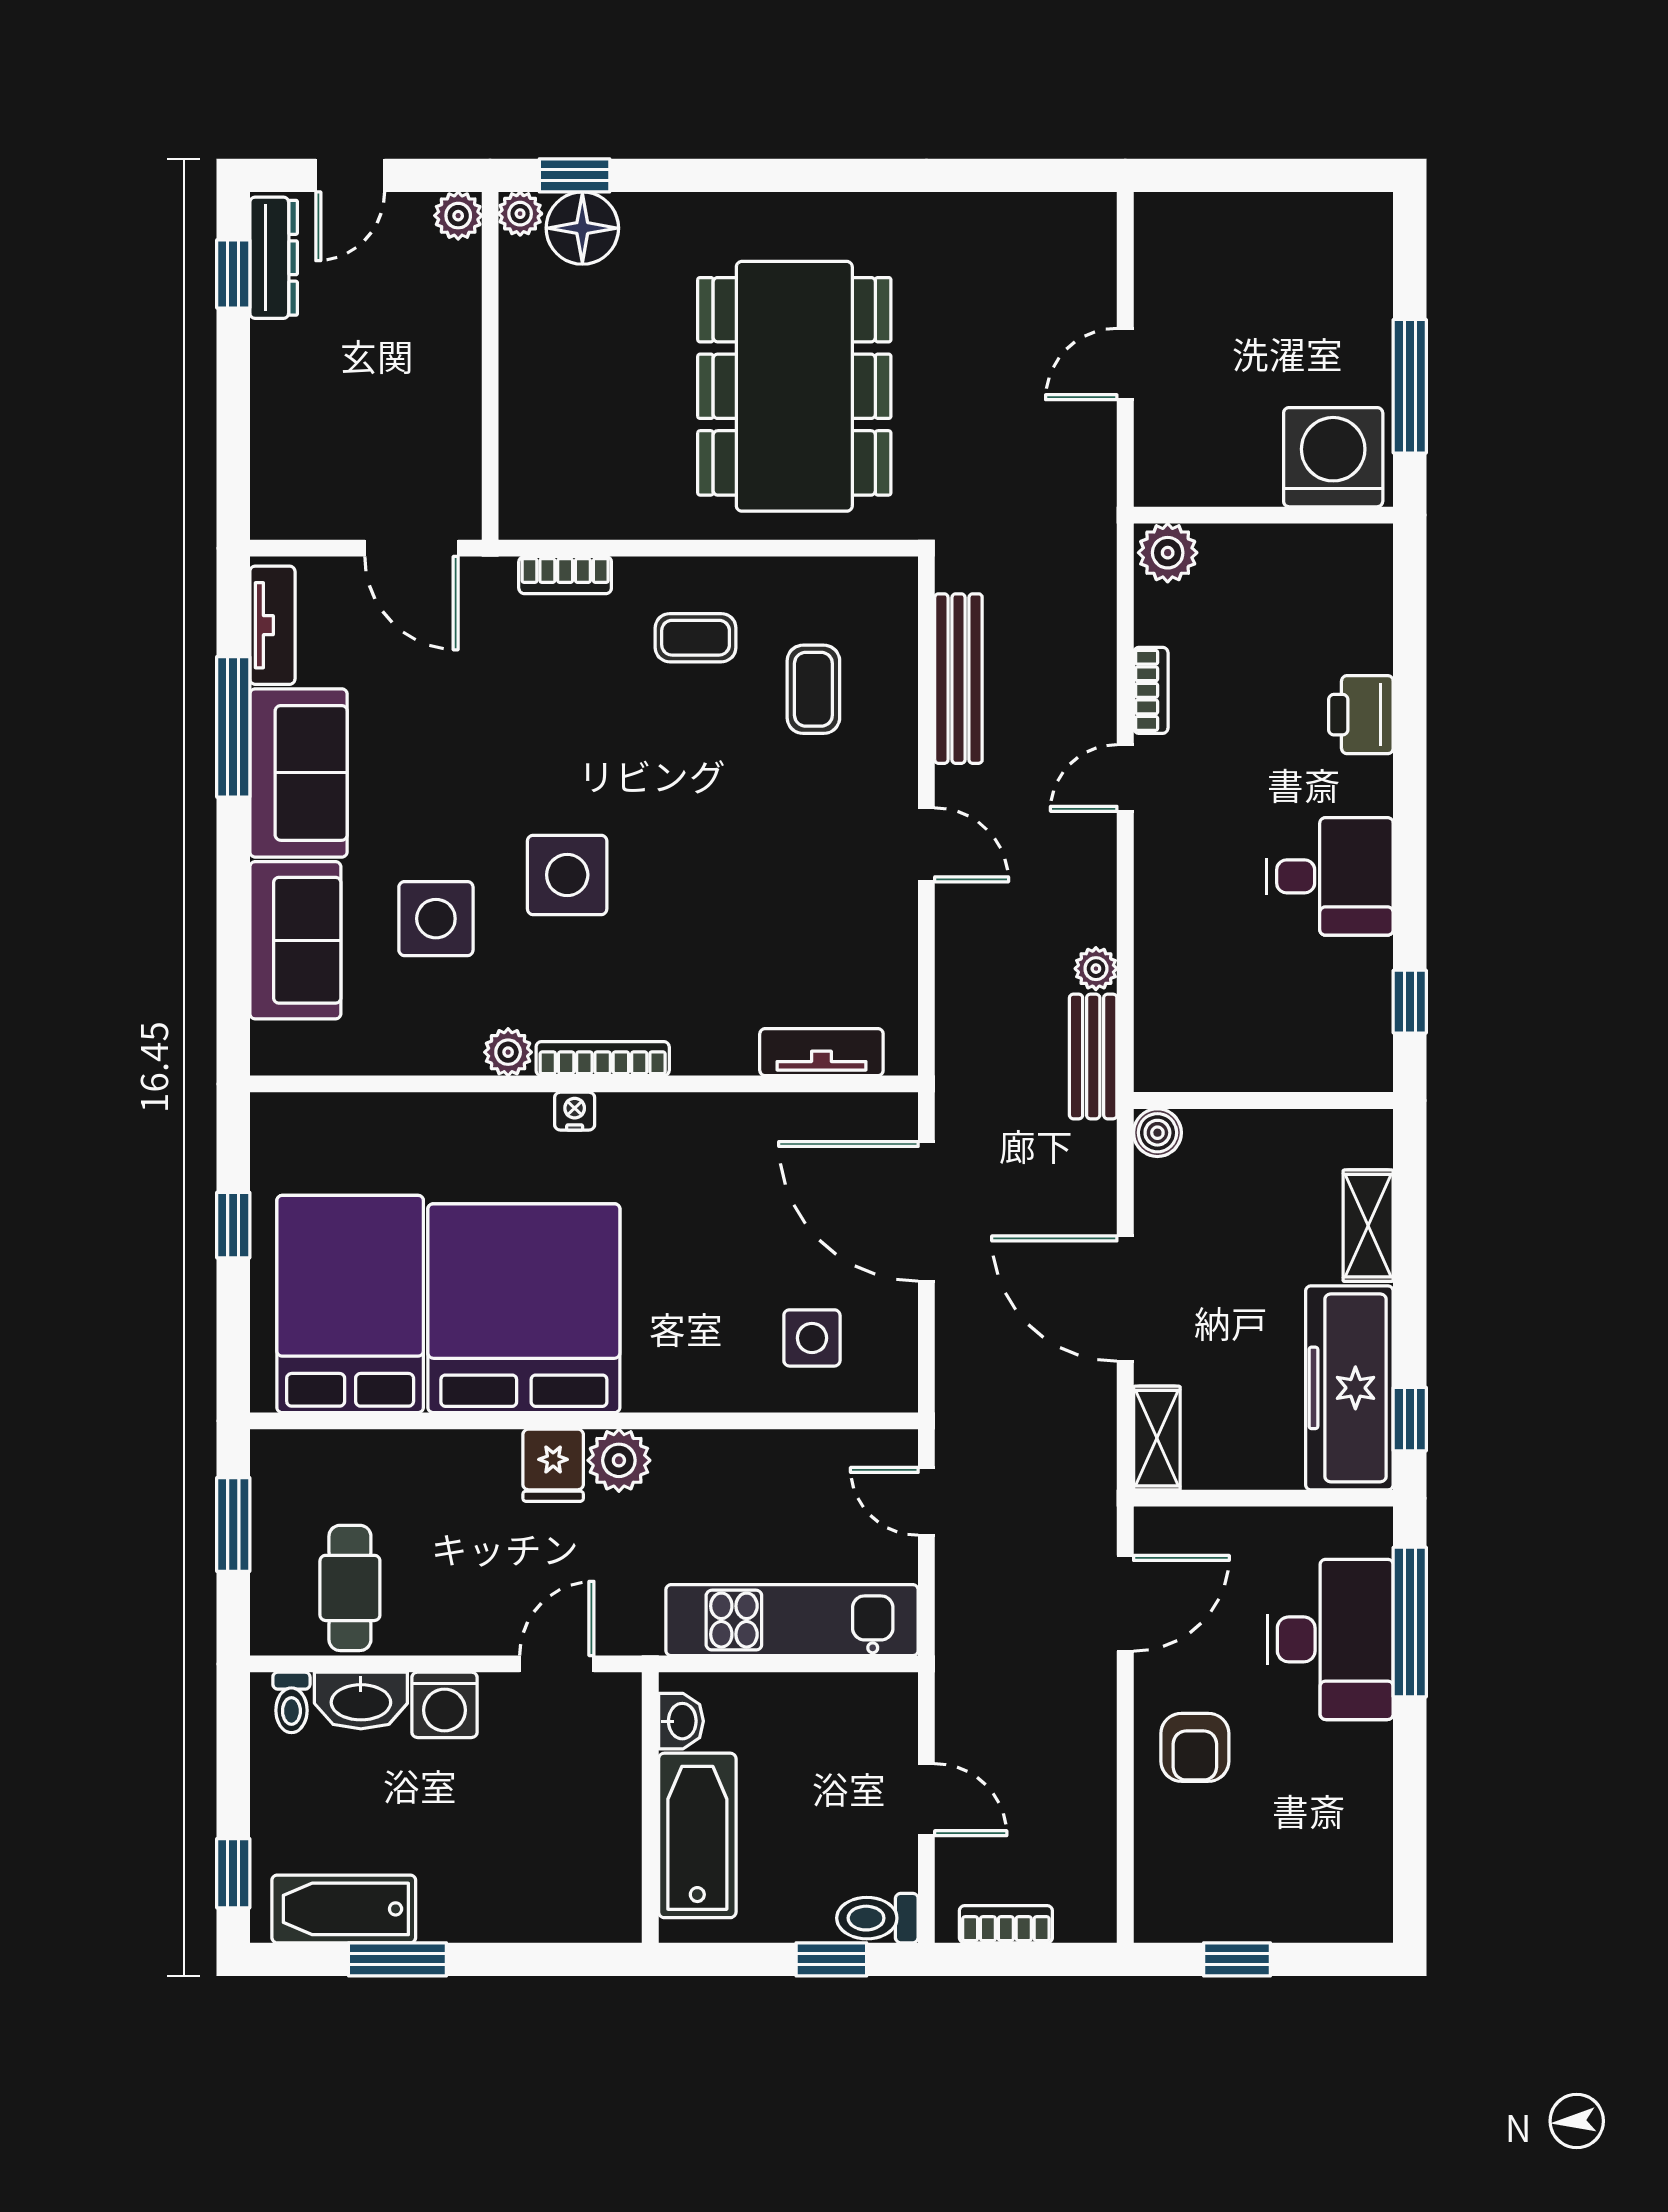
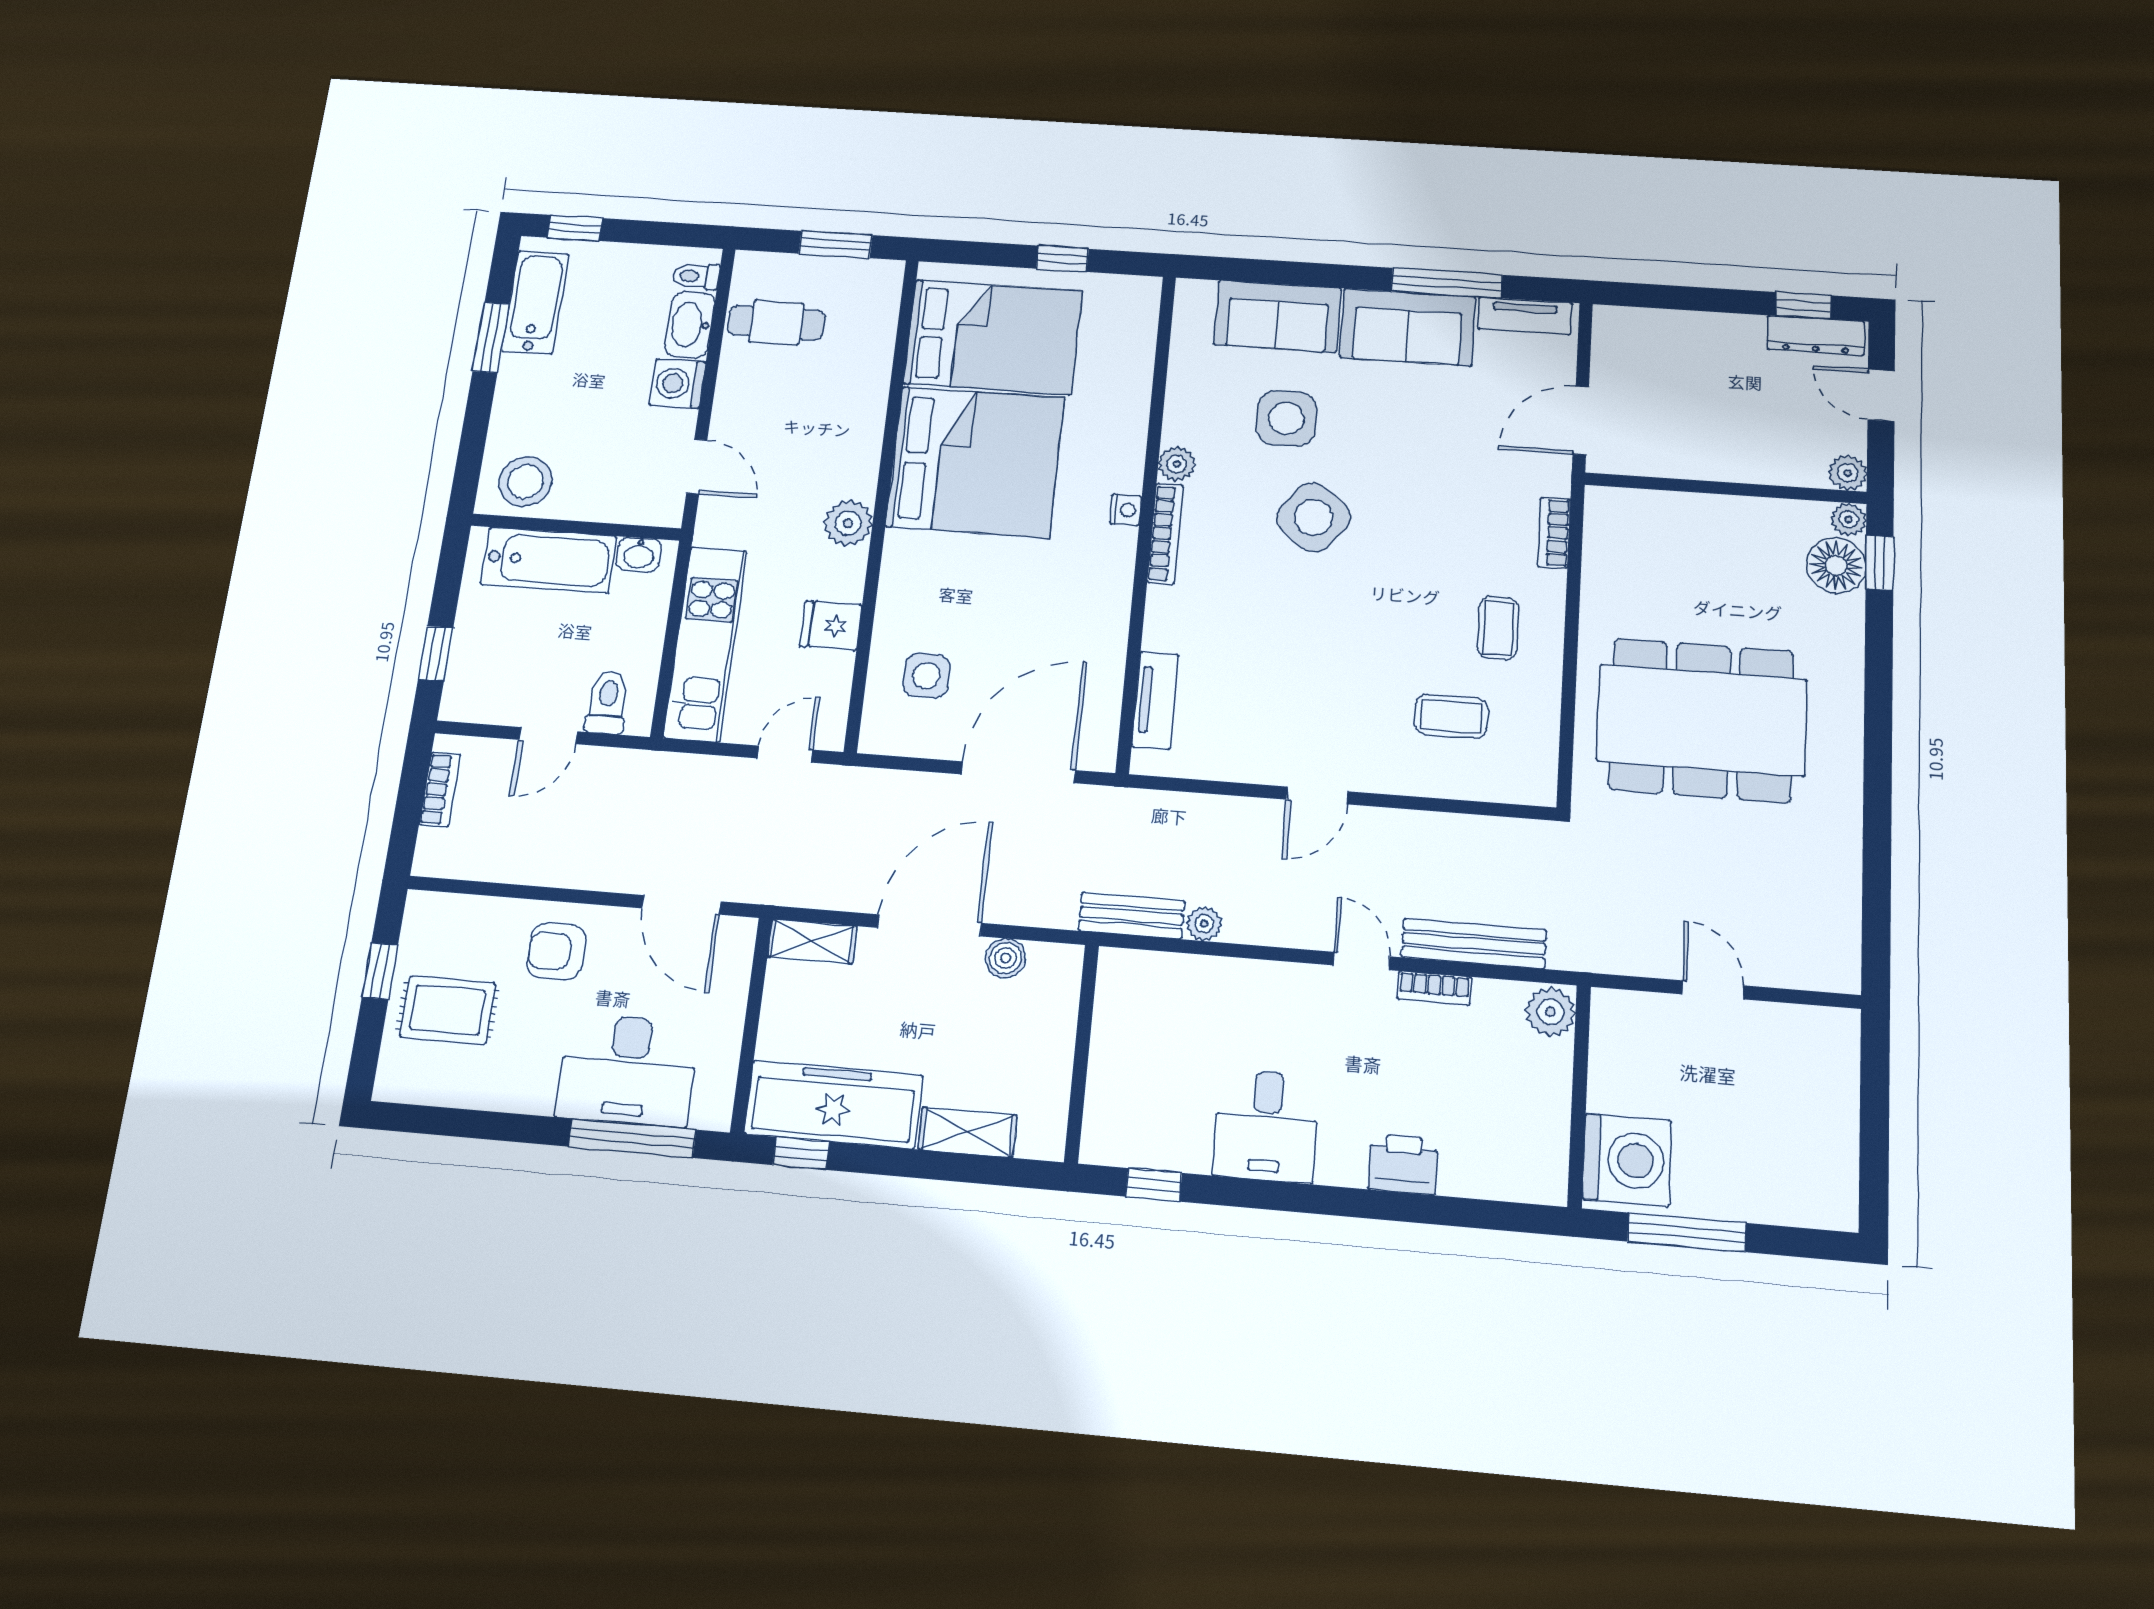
bench: (958, 679) -> (1474, 944), moved
side table: (567, 875) -> (1313, 517), turned 38
boiler: (1157, 1133) -> (1005, 958), moved
fridge: (553, 1465) -> (831, 626), moved
rug: (1277, 1868) -> (448, 1010), added
stool: (593, 1882) -> (525, 481), added
toilet: (877, 1918) -> (607, 702), moved

